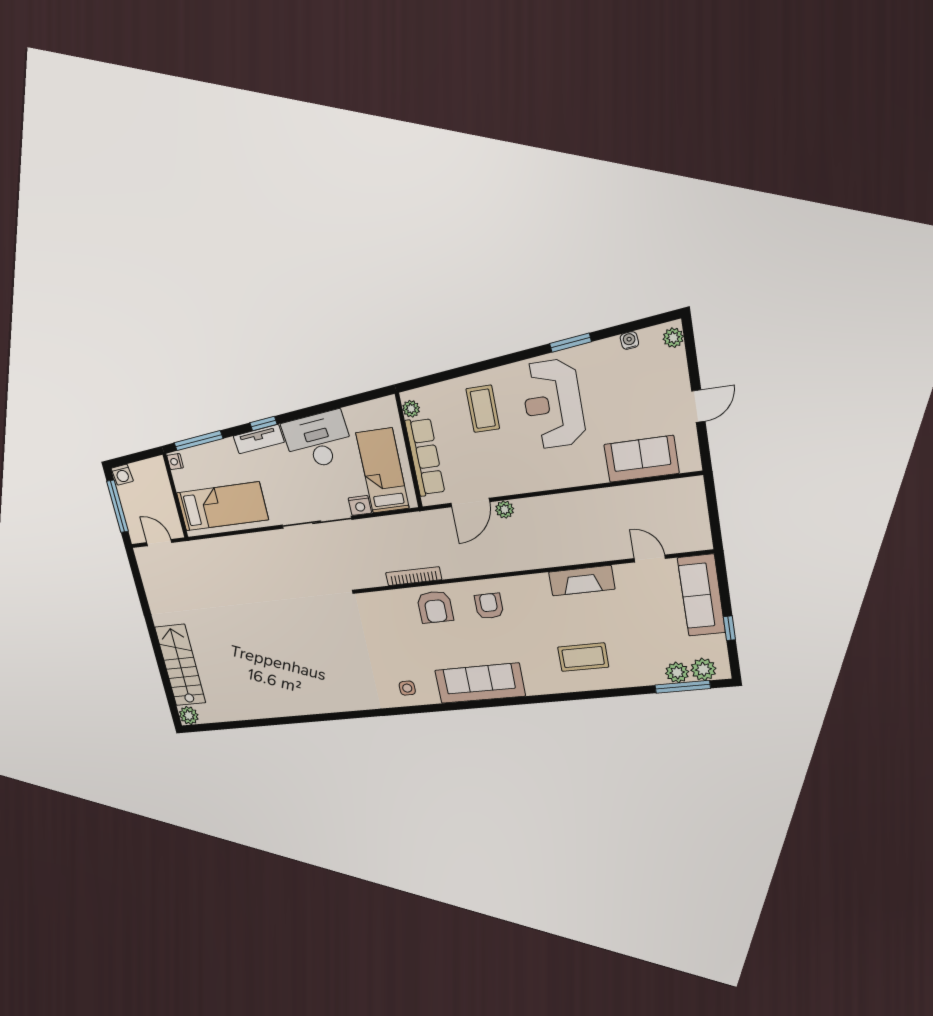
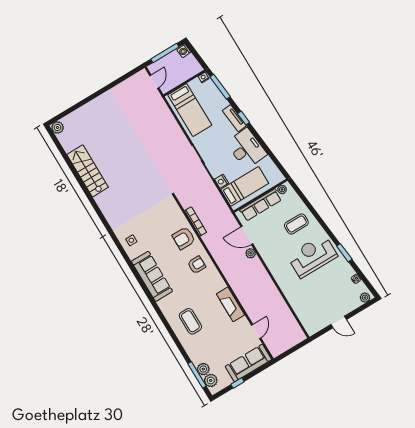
sofa: (642, 459) -> (303, 307), removed
stairs: (180, 665) -> (88, 171), moved, turned -90

